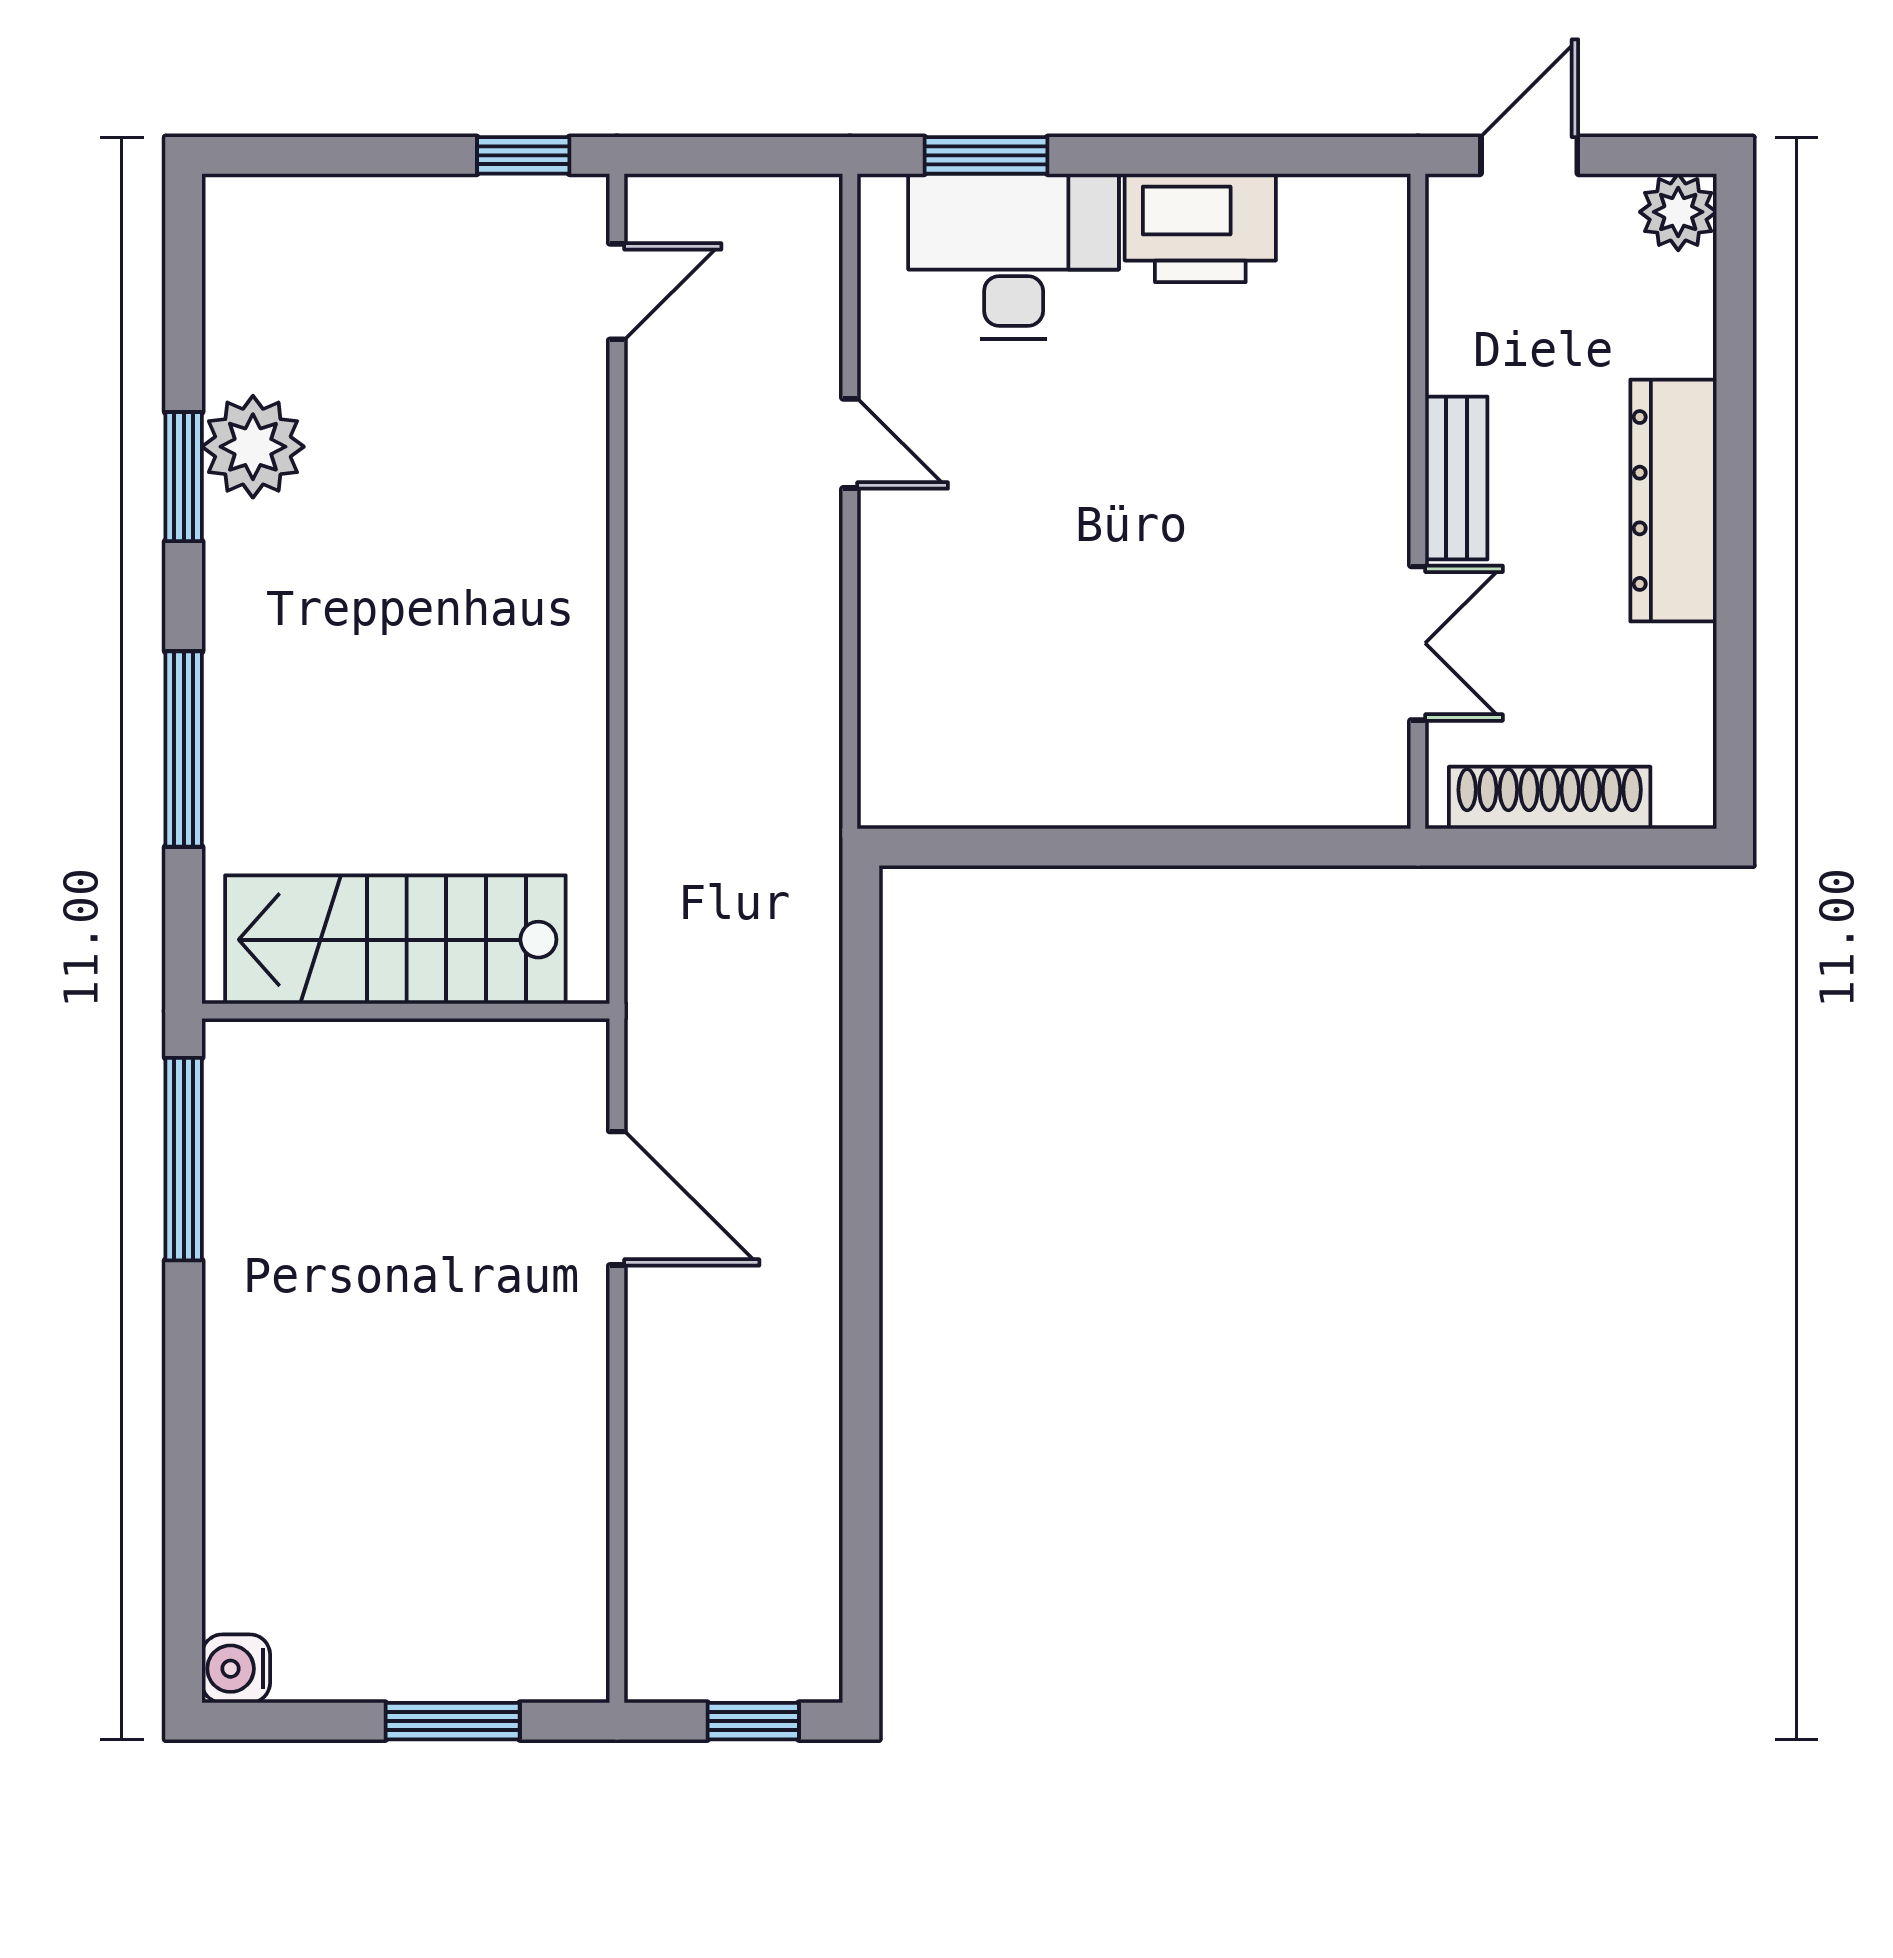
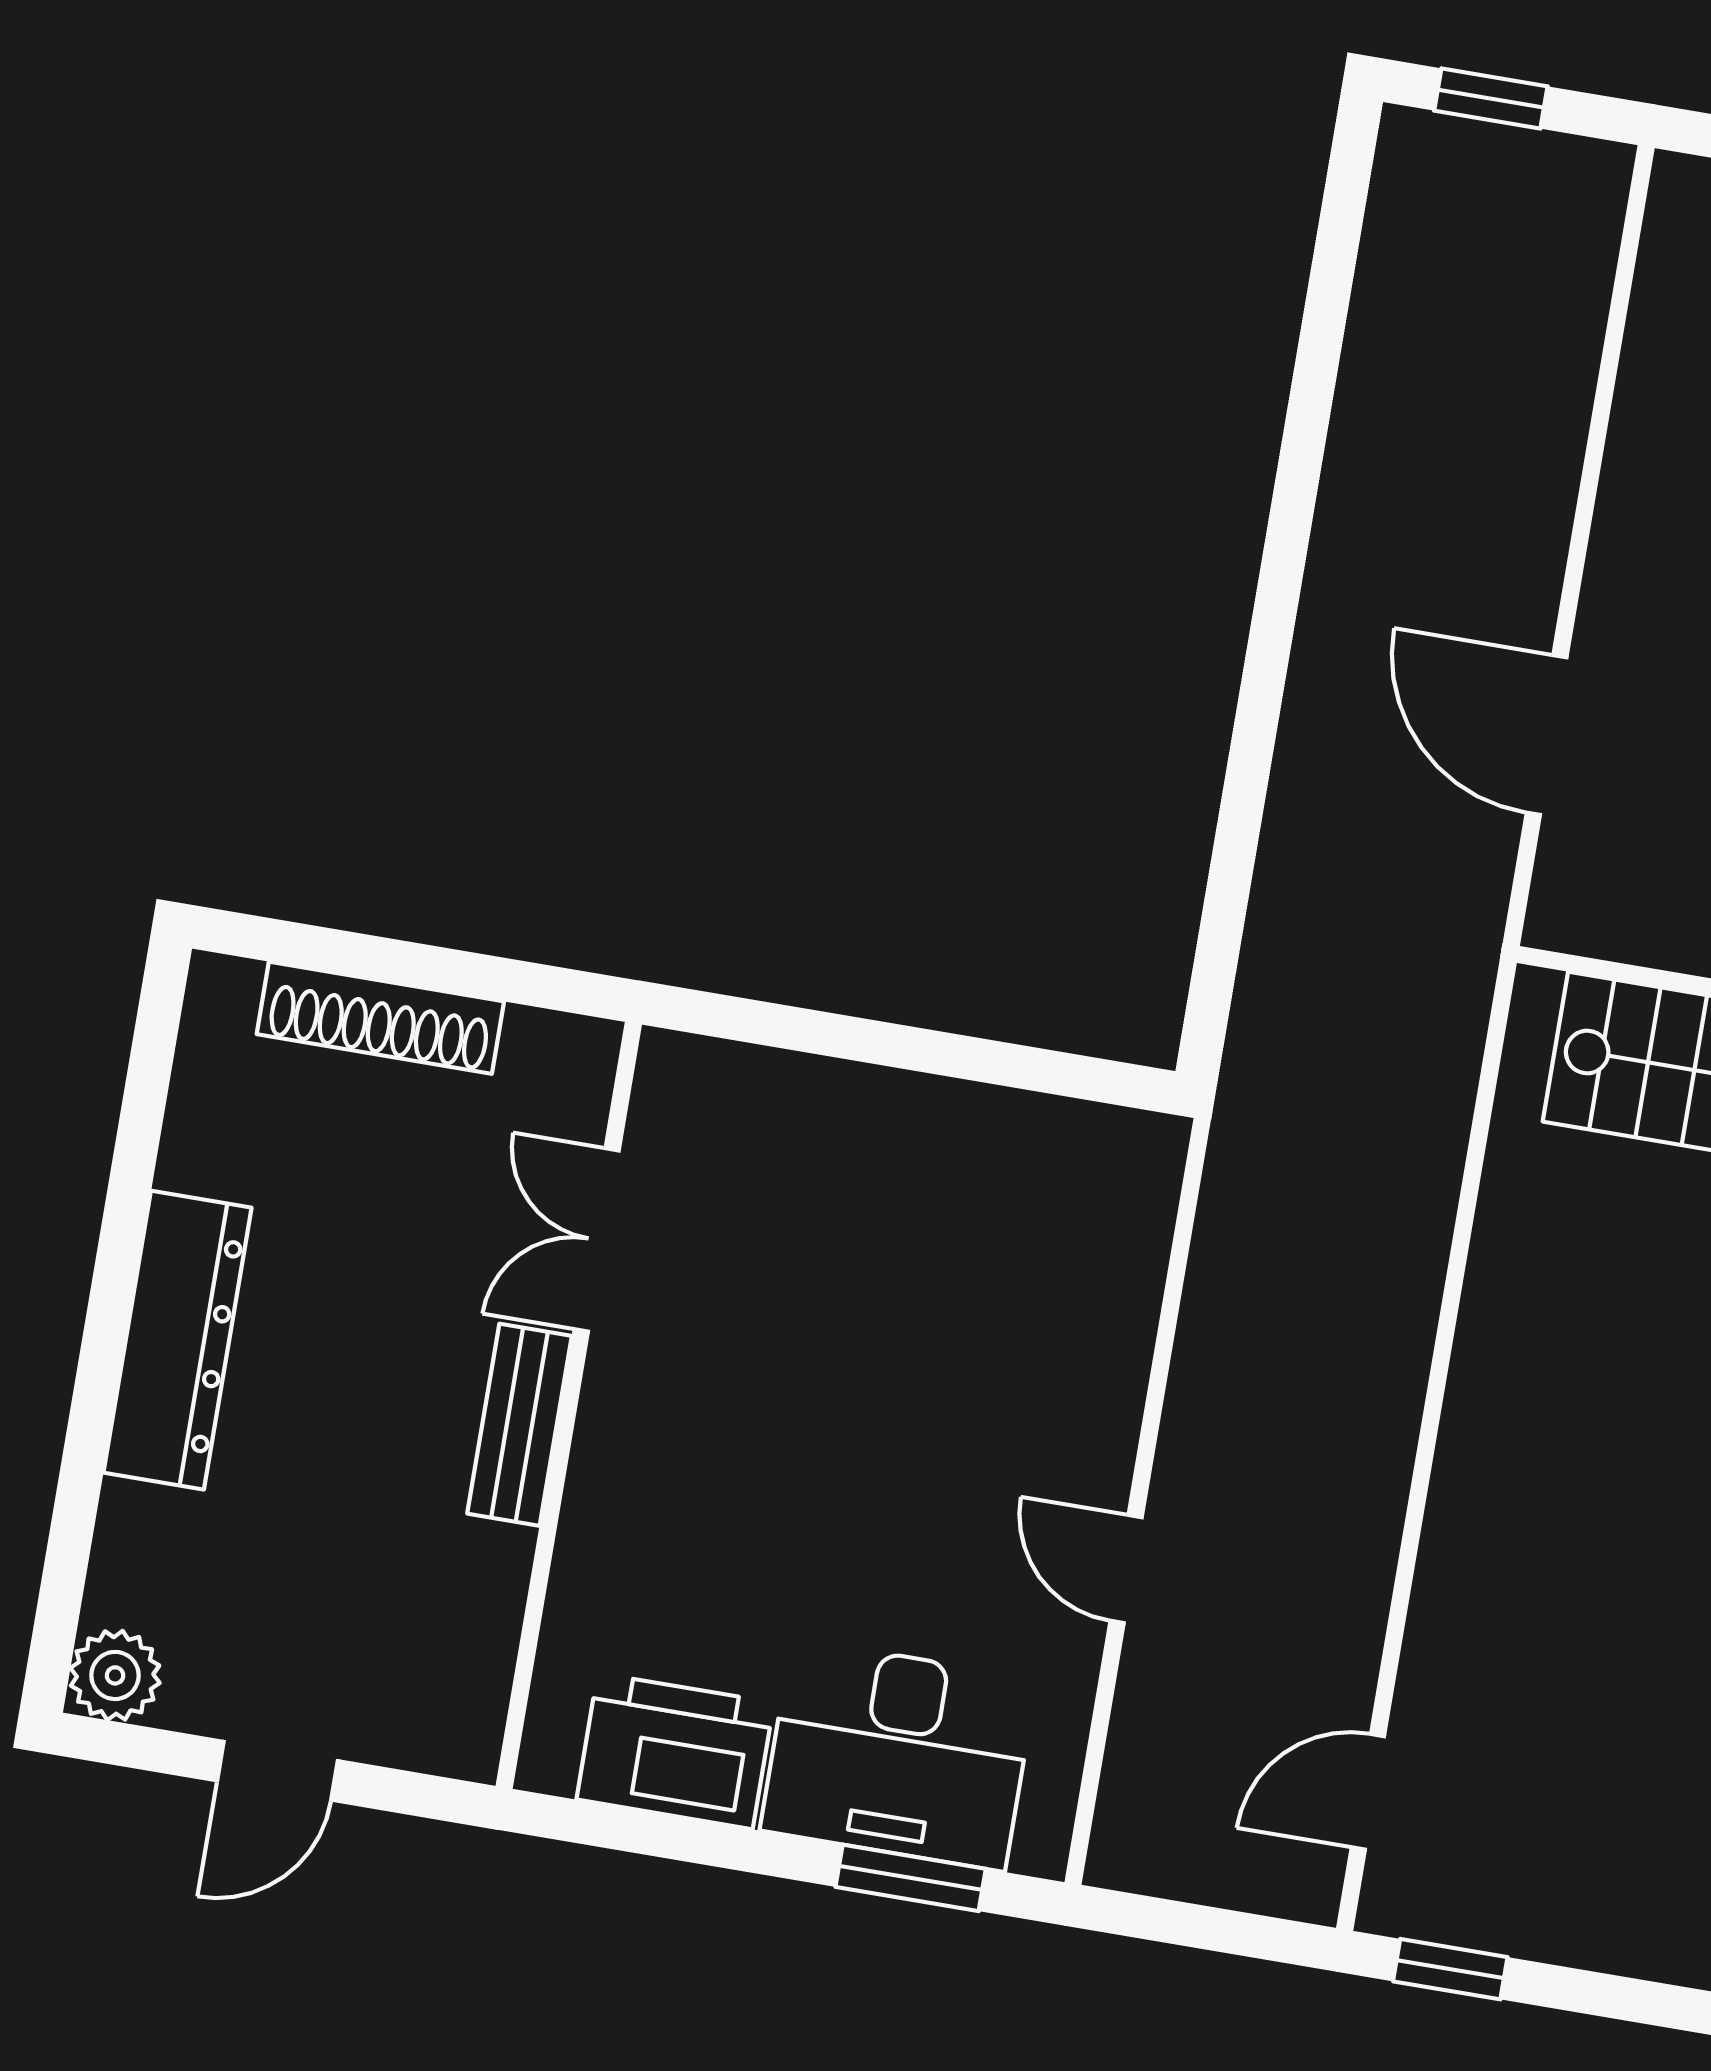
bench: (1456, 478) -> (519, 1425), moved
wall: (1418, 501) -> (569, 1405), moved
double door: (1418, 643) -> (597, 1240), moved

